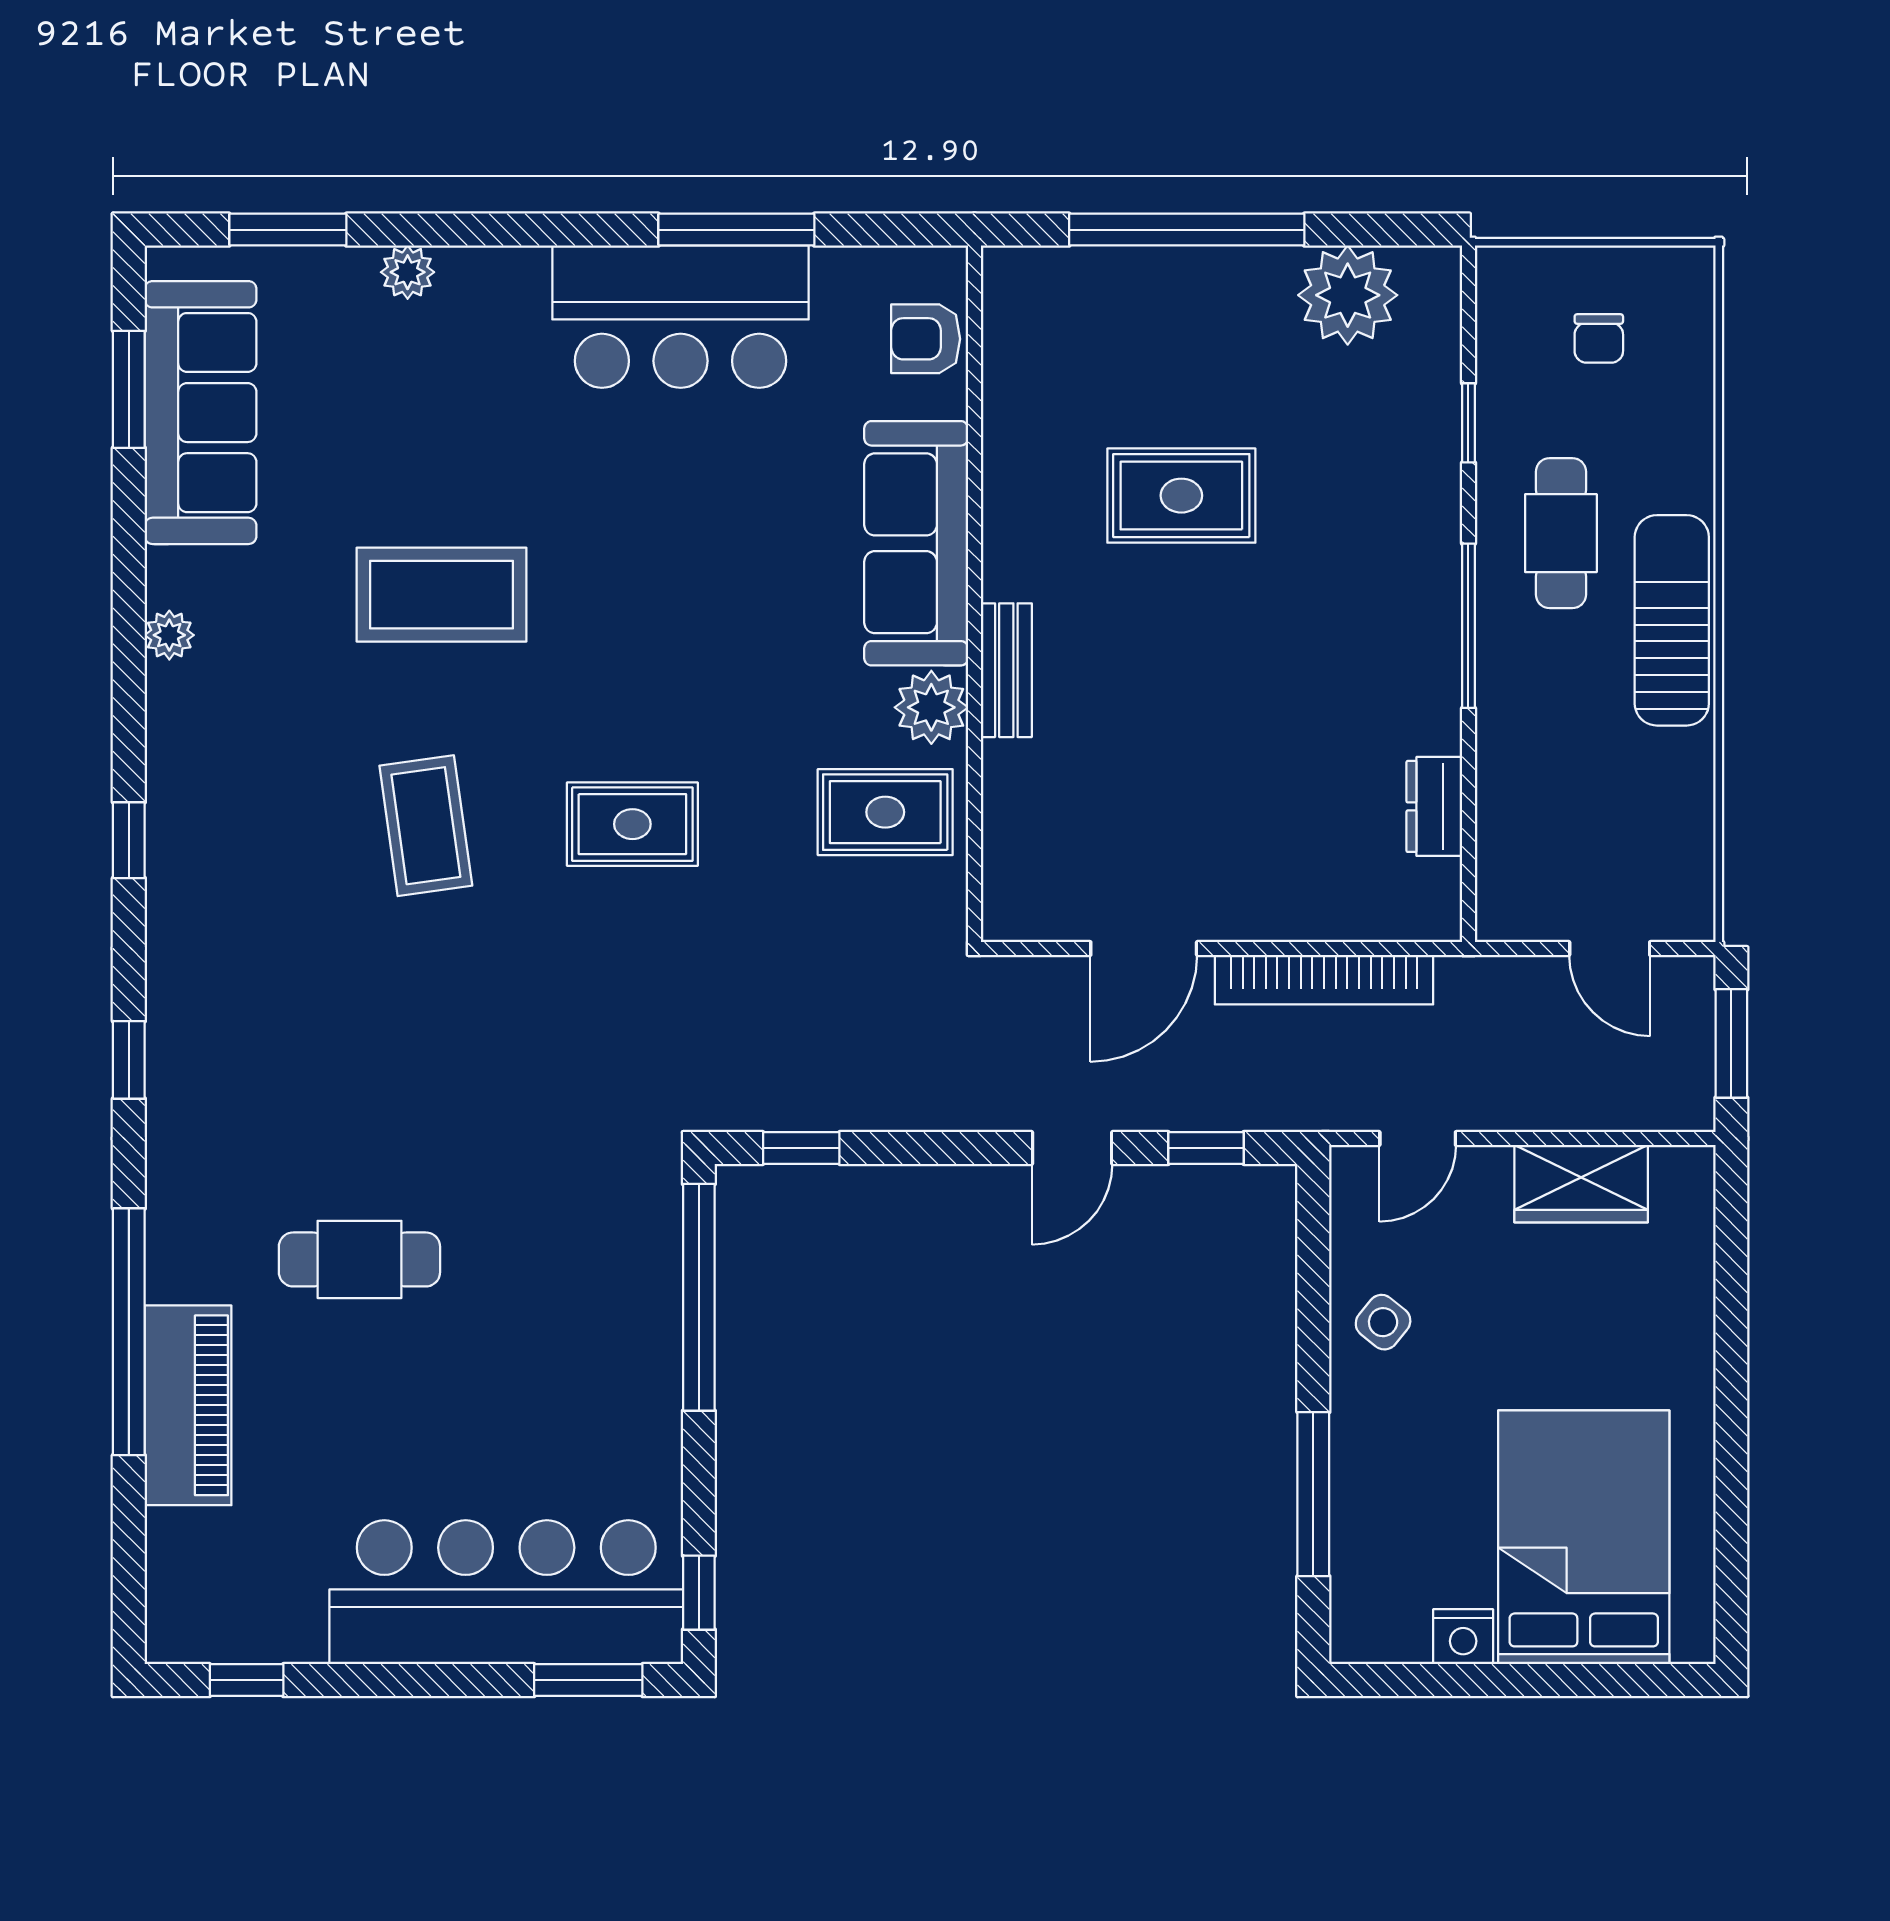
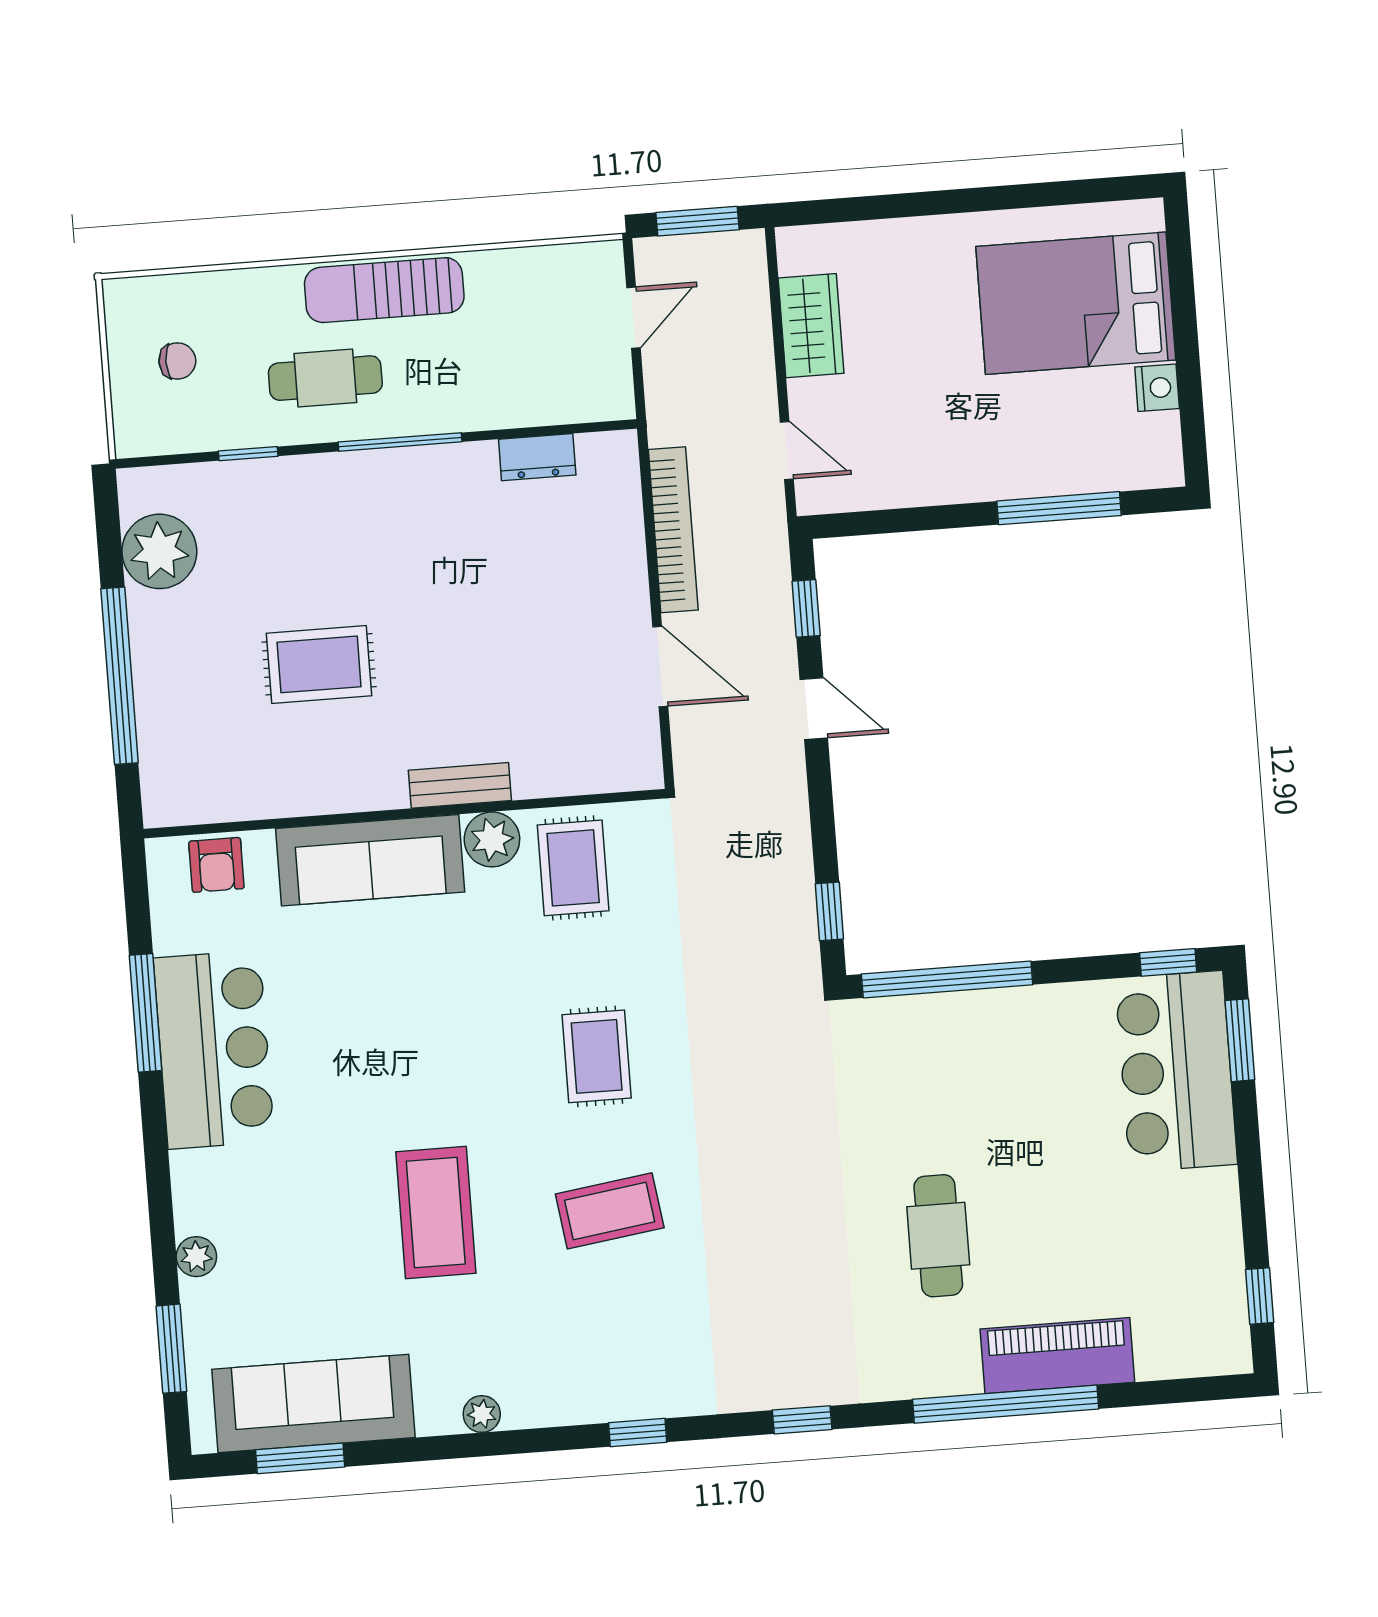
rug: (1181, 496) -> (319, 664), turned 90
side table: (1383, 1322) -> (926, 466), removed
bar counter: (506, 1592) -> (1176, 1071), width x0.73

